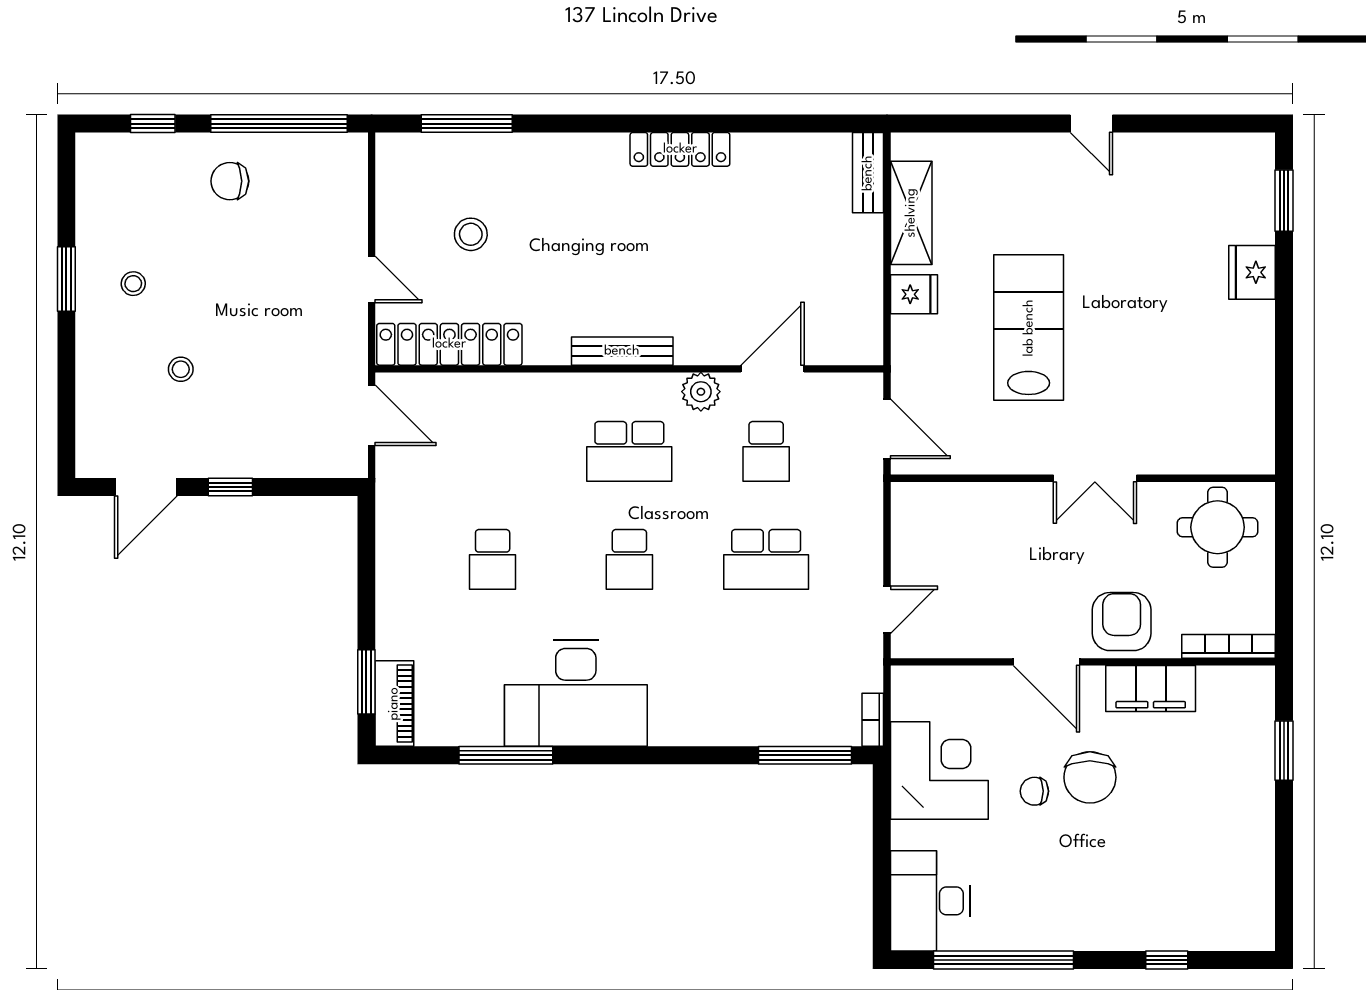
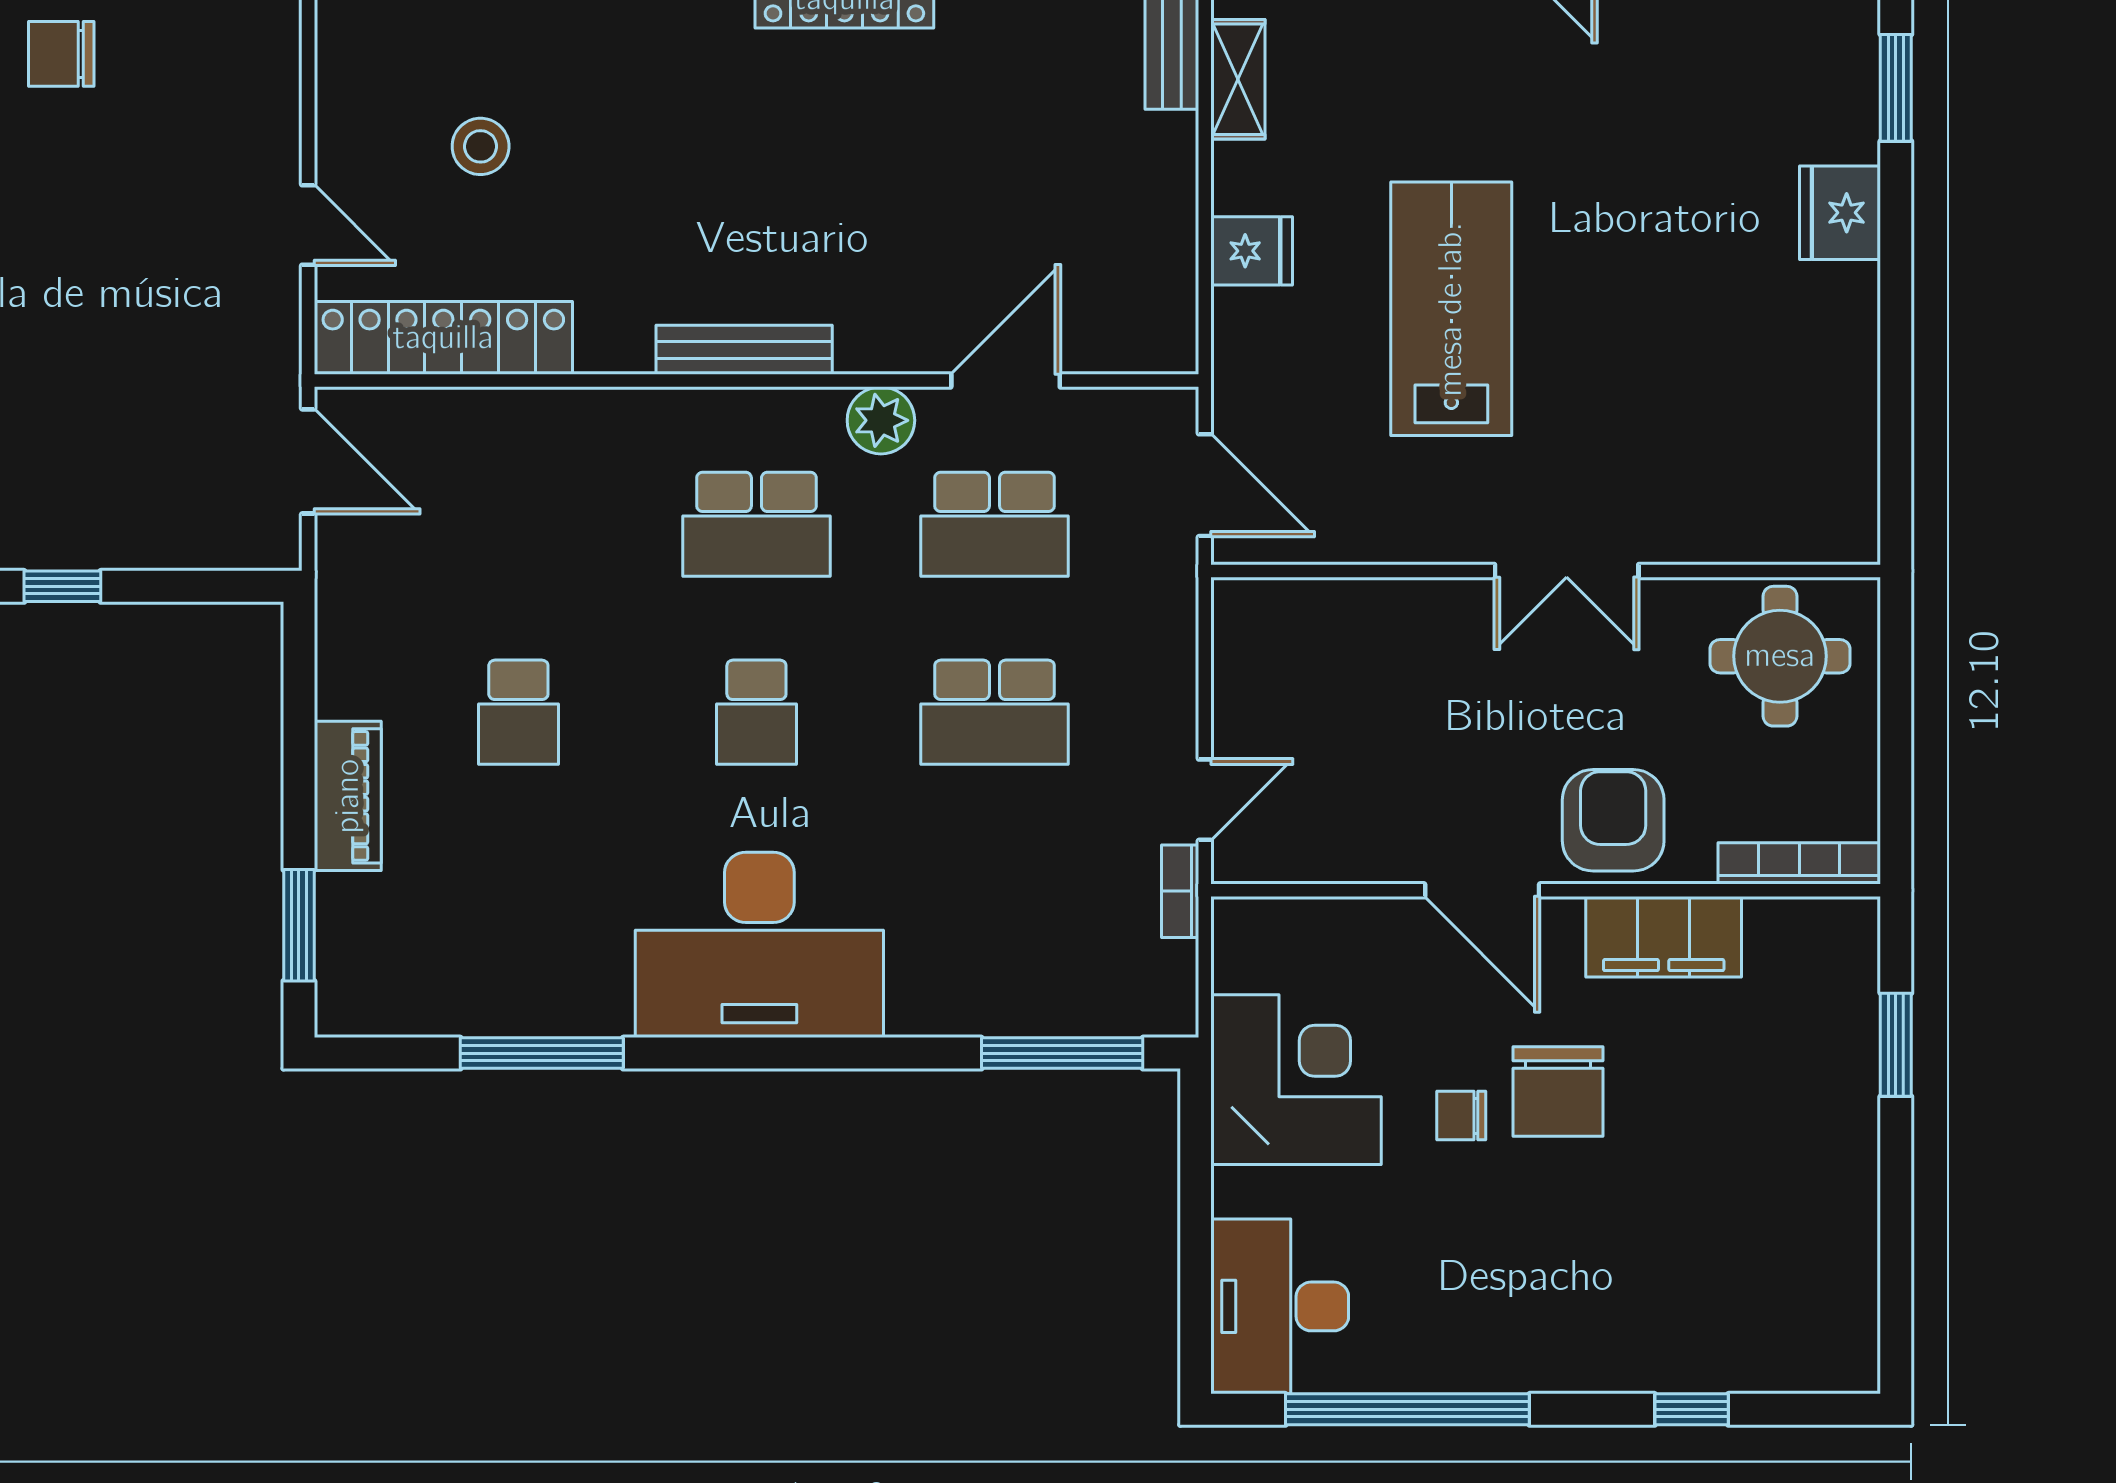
shelving: (911, 213) -> (1238, 79), width x0.67, depth x0.75
school desk: (766, 451) -> (995, 524), width x1.85
desk: (576, 693) -> (759, 945), moved
piano: (394, 704) -> (348, 796), moved
bookcase: (873, 720) -> (1180, 891), moved

